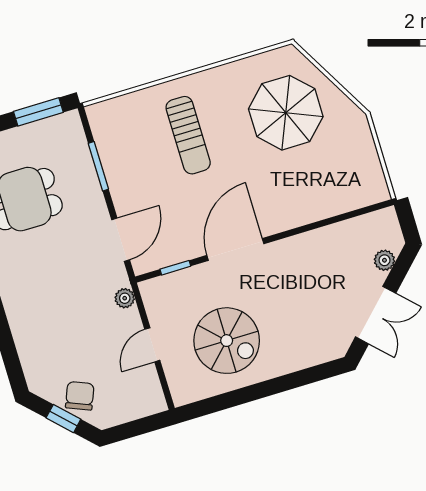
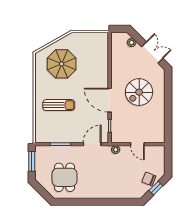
door: (121, 240) -> (92, 144), hinge flipped
spiral stairs: (227, 341) -> (139, 92), moved, turned 180

